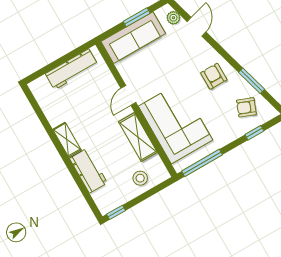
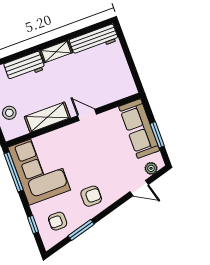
workbench: (72, 69) -> (94, 40), moved, turned -90
armchair: (246, 107) -> (58, 221), turned -111
corner sofa: (175, 123) -> (39, 169), moved, turned -90

